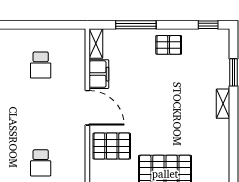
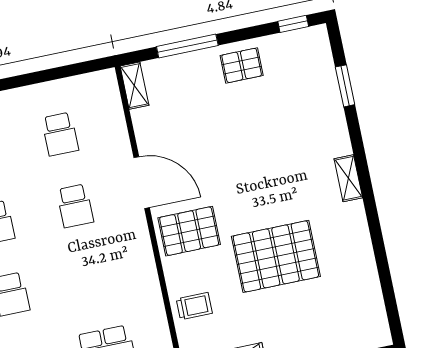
filing cabinet: (99, 74) -> (148, 130), removed
shelving: (223, 104) -> (348, 178), moved
school desk: (41, 163) -> (75, 206), moved

